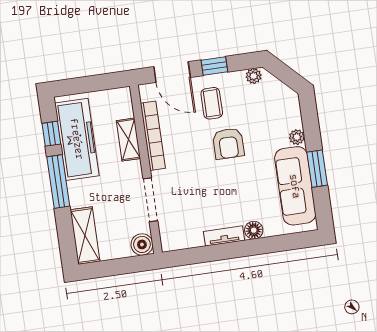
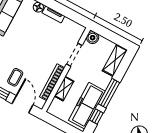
armchair: (228, 144) -> (21, 54), removed

